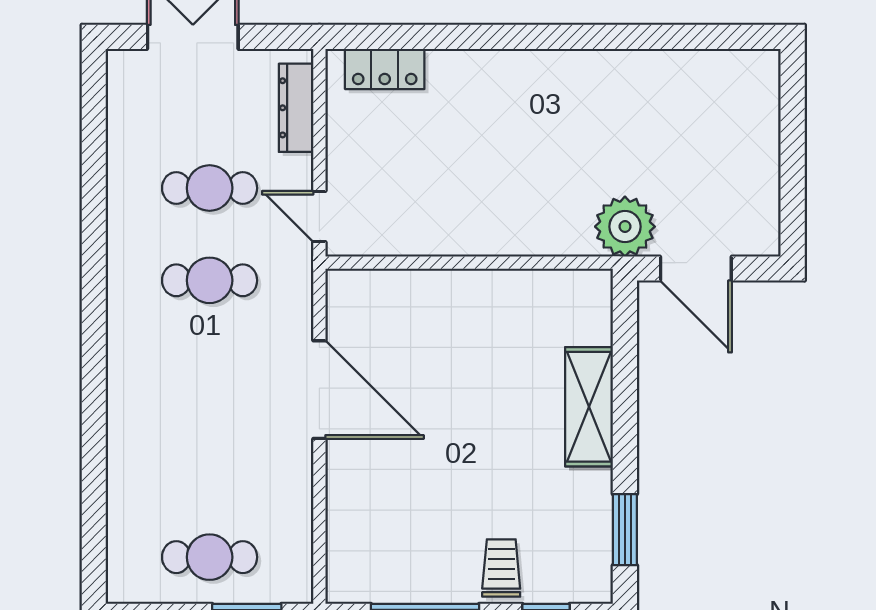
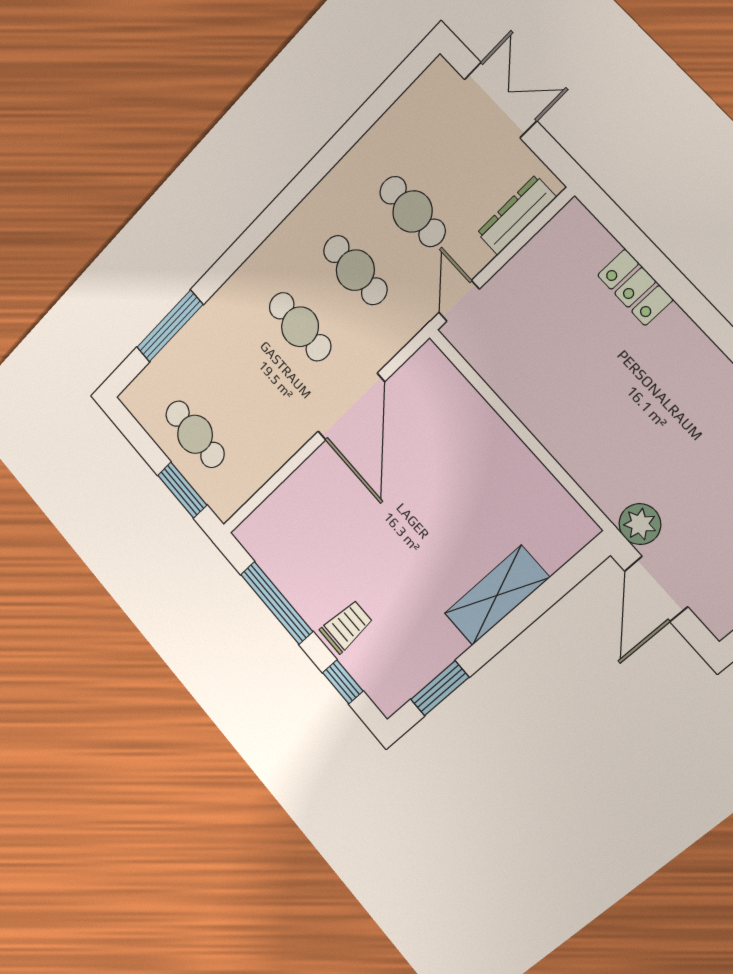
locker: (385, 69) -> (635, 287), moved
plant: (625, 227) -> (640, 524), width x0.73, depth x0.73
cafe table: (210, 373) -> (300, 327), added
window: (94, 492) -> (170, 326), added

